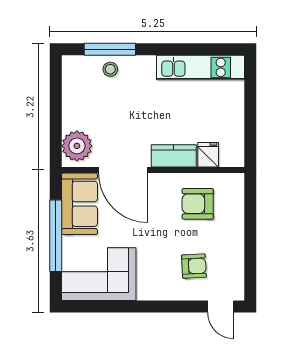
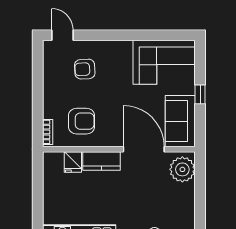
bookcase: (238, 191) -> (48, 132), added
window: (56, 236) -> (200, 94), width x0.32

